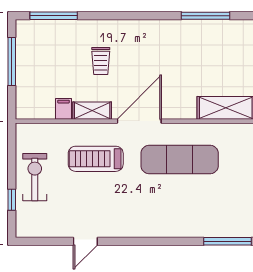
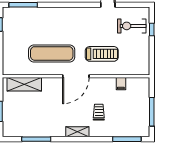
shelving: (92, 111) -> (77, 132), moved
exercise bike: (35, 177) -> (132, 26), moved, turned 90

